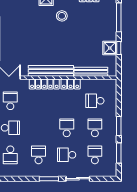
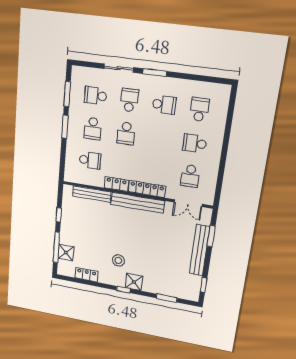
shower: (110, 48) -> (66, 253), moved
school desk: (39, 155) -> (164, 105), turned -90
school desk: (67, 155) -> (129, 100), turned -90
school desk: (95, 155) -> (96, 96), turned 90

